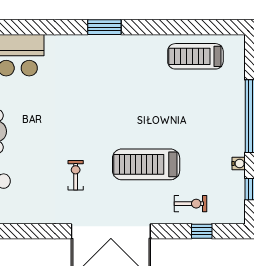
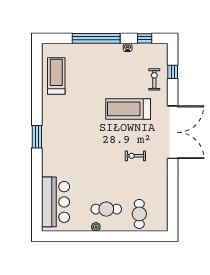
treadmill: (195, 56) -> (56, 76), turned 180
treadmill: (146, 164) -> (128, 109), turned 90

